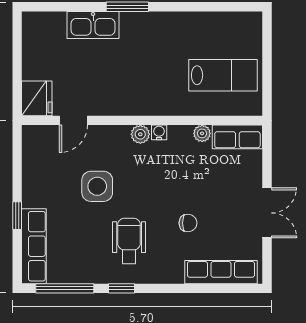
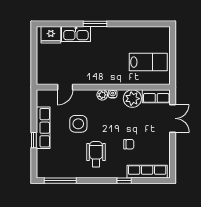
fridge: (37, 98) -> (51, 35), moved, turned 90
plant: (202, 133) -> (132, 99), width x1.88, depth x1.88
double door: (267, 213) -> (173, 118), moved
row of seats: (34, 246) -> (43, 128), moved
window: (122, 288) -> (124, 181), moved

